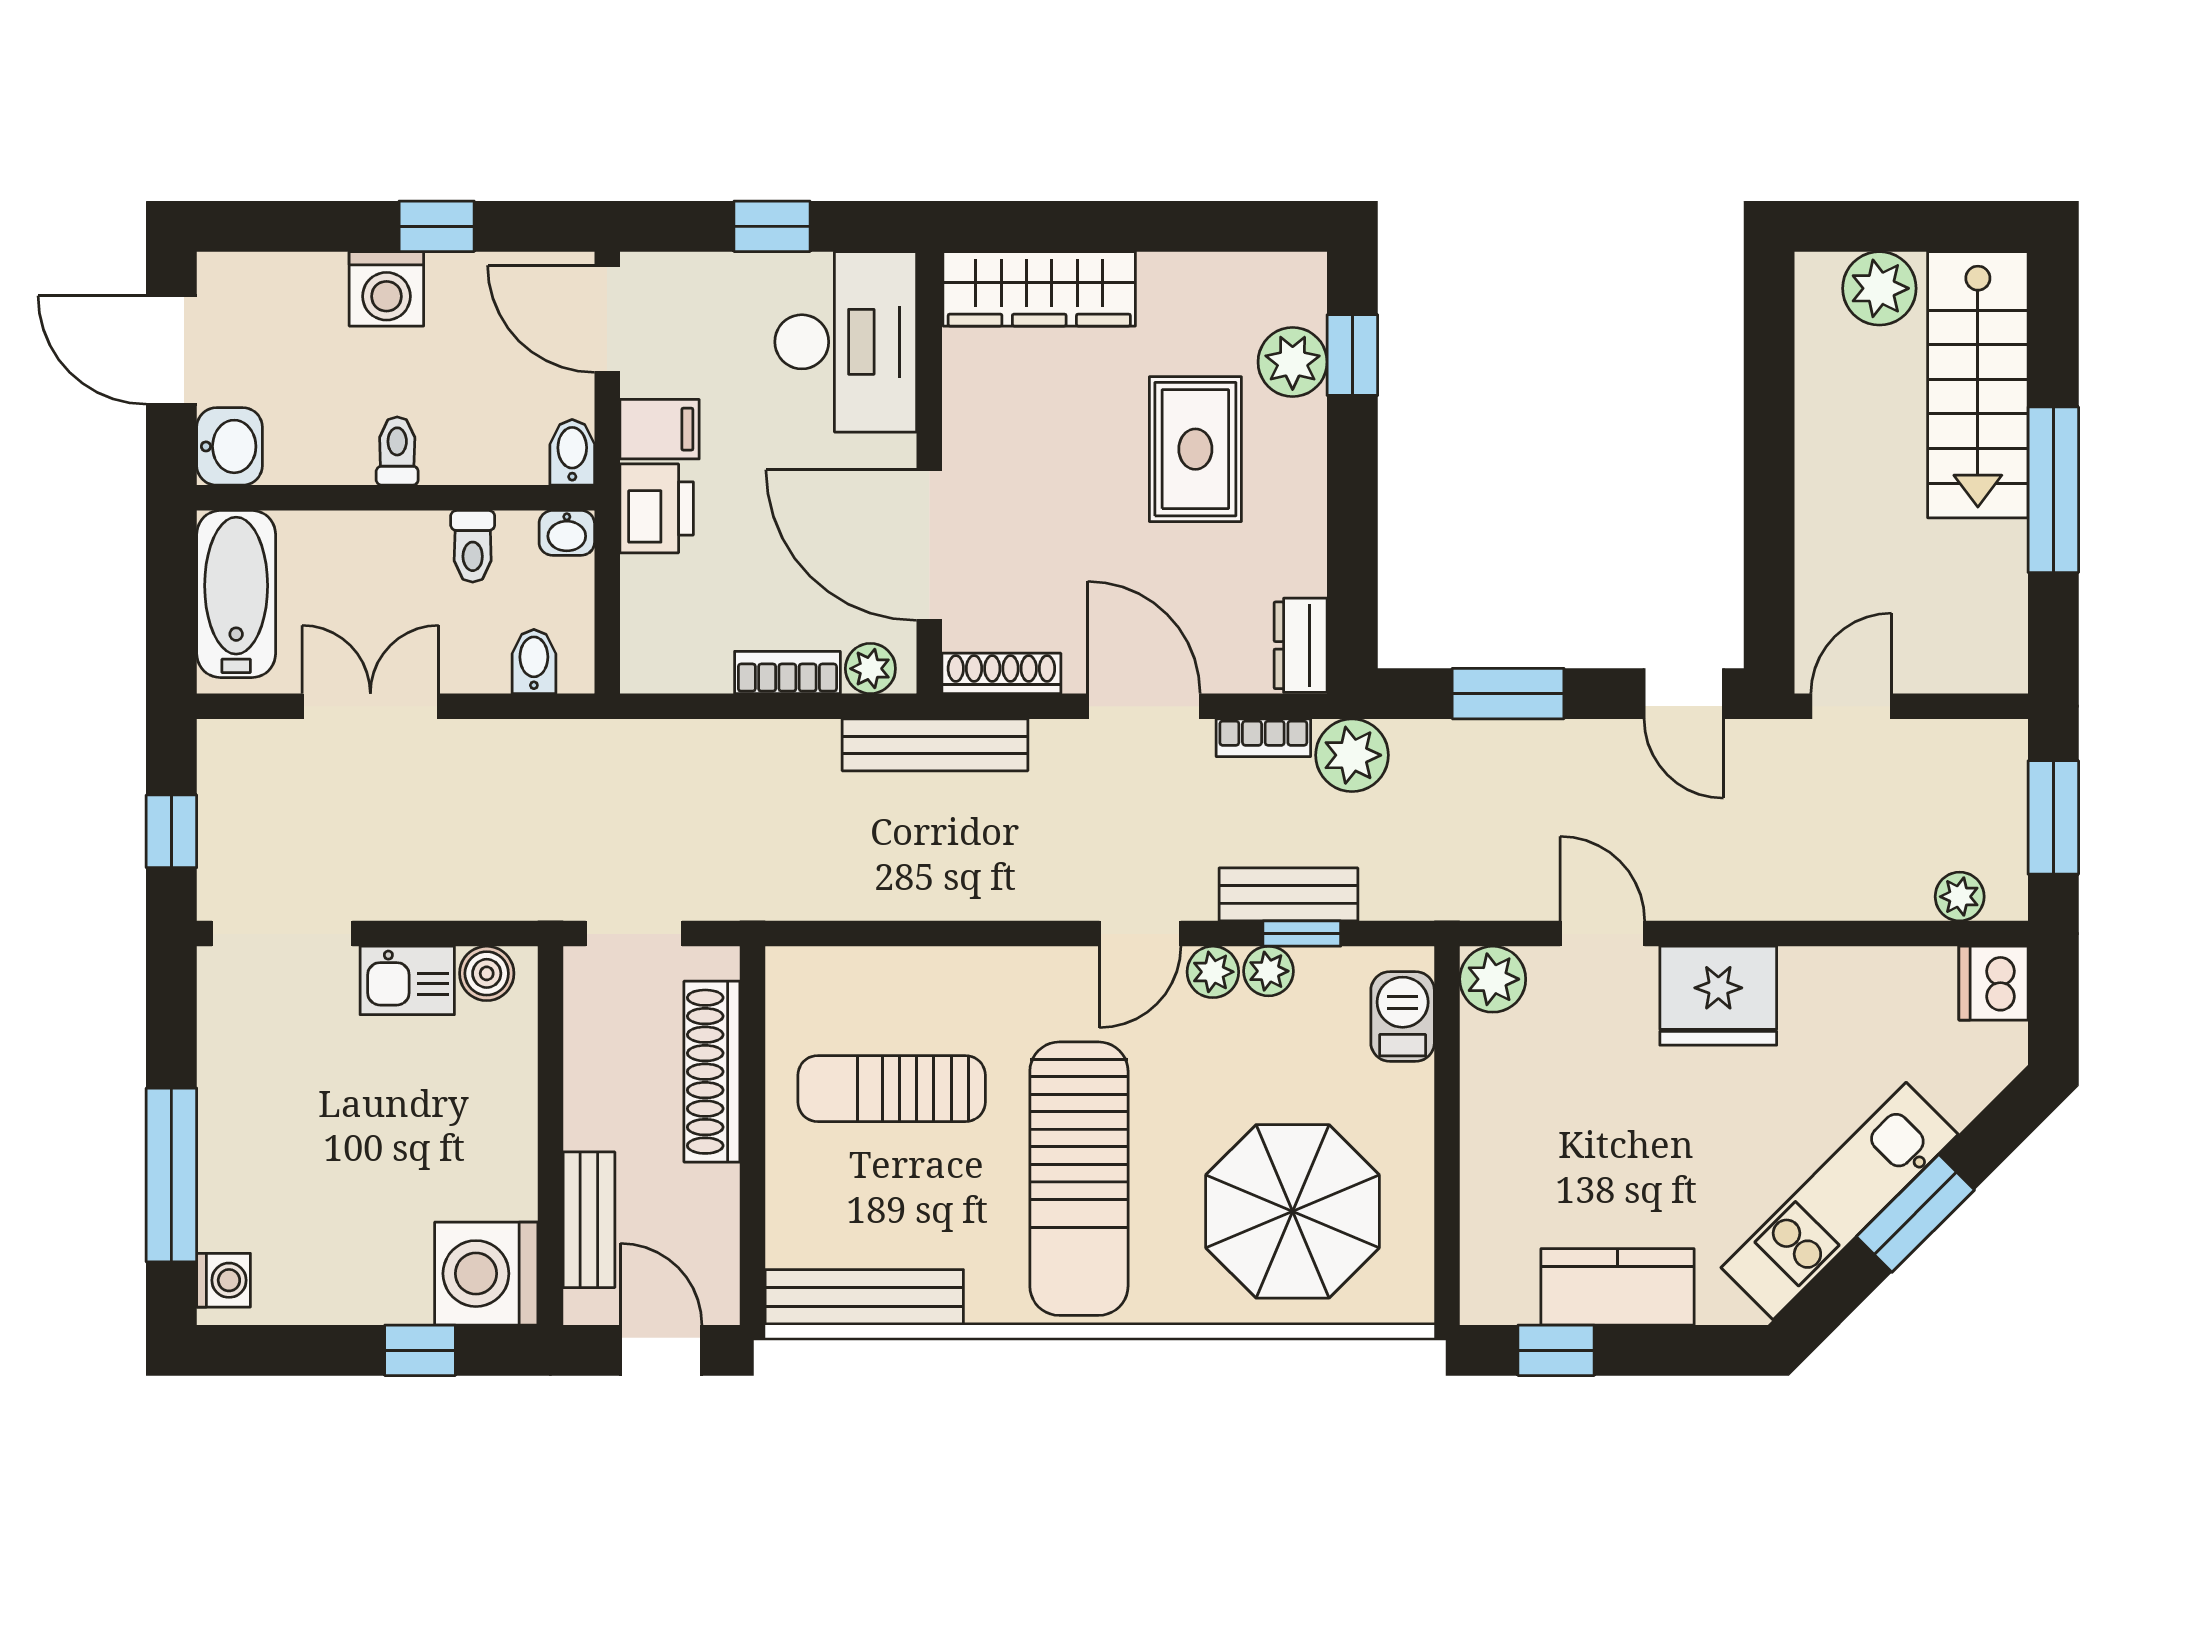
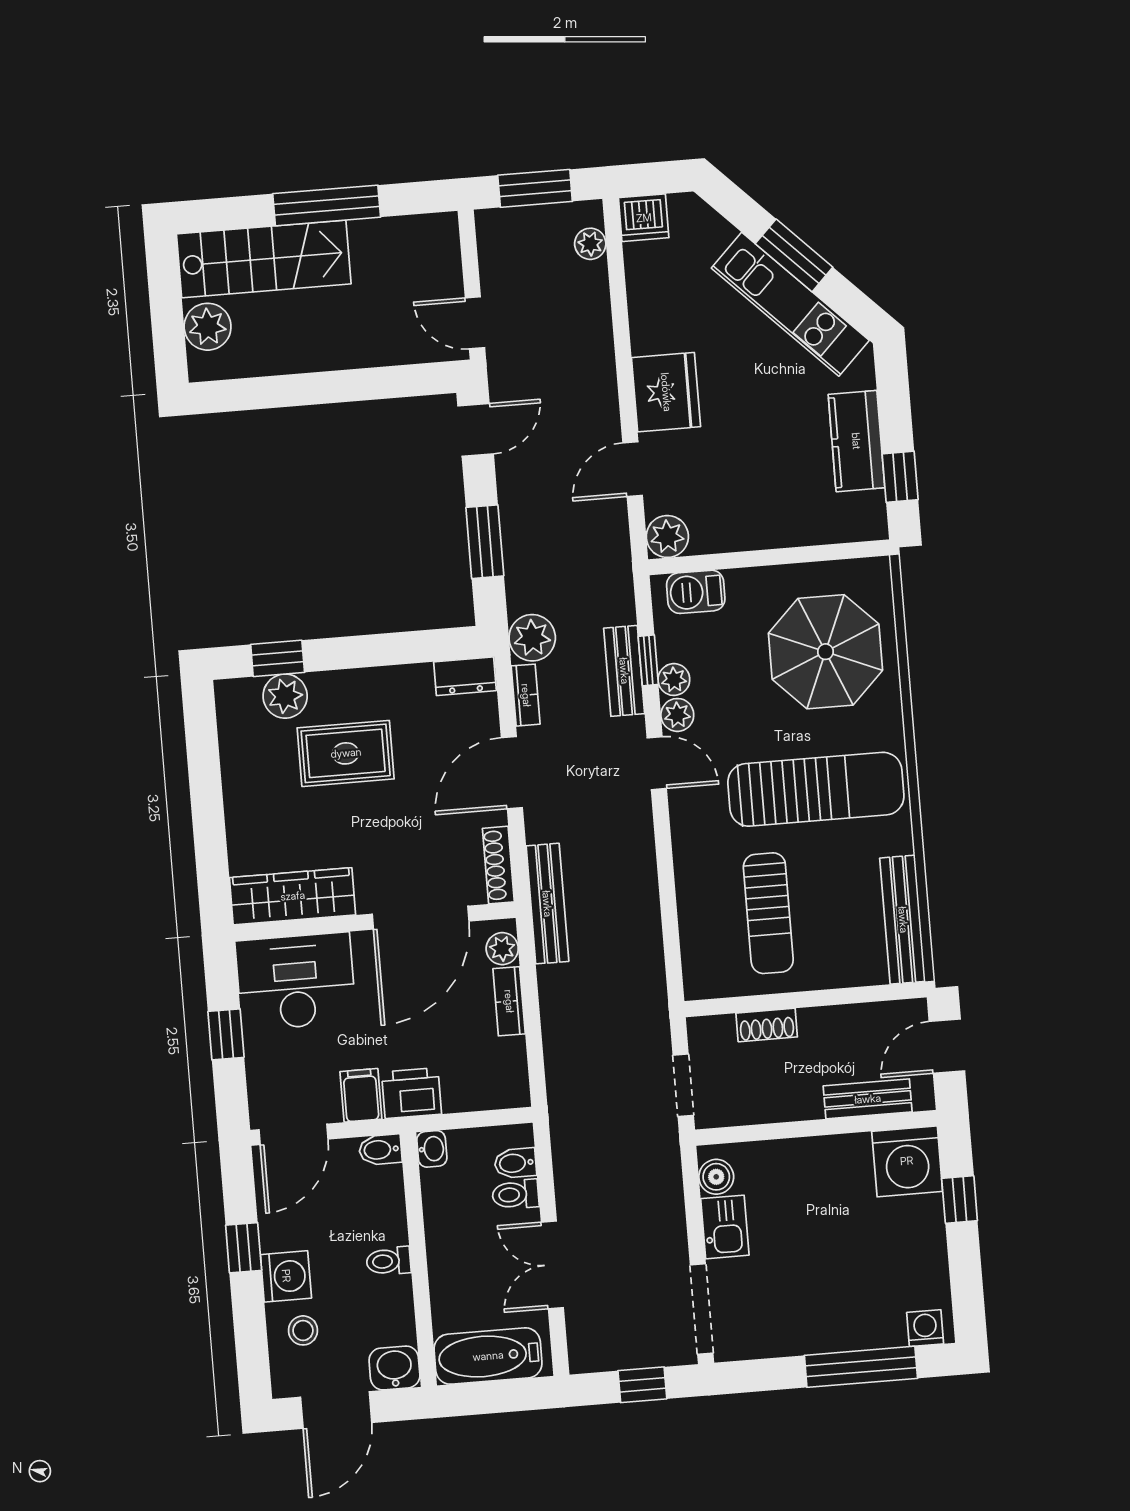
wardrobe: (1039, 289) -> (293, 896), moved, turned -90
stool: (300, 308) -> (303, 1330), added
toilet: (473, 546) -> (516, 1194), moved, turned 180
shoe rack: (712, 1072) -> (767, 1025), width x0.51, depth x0.81

